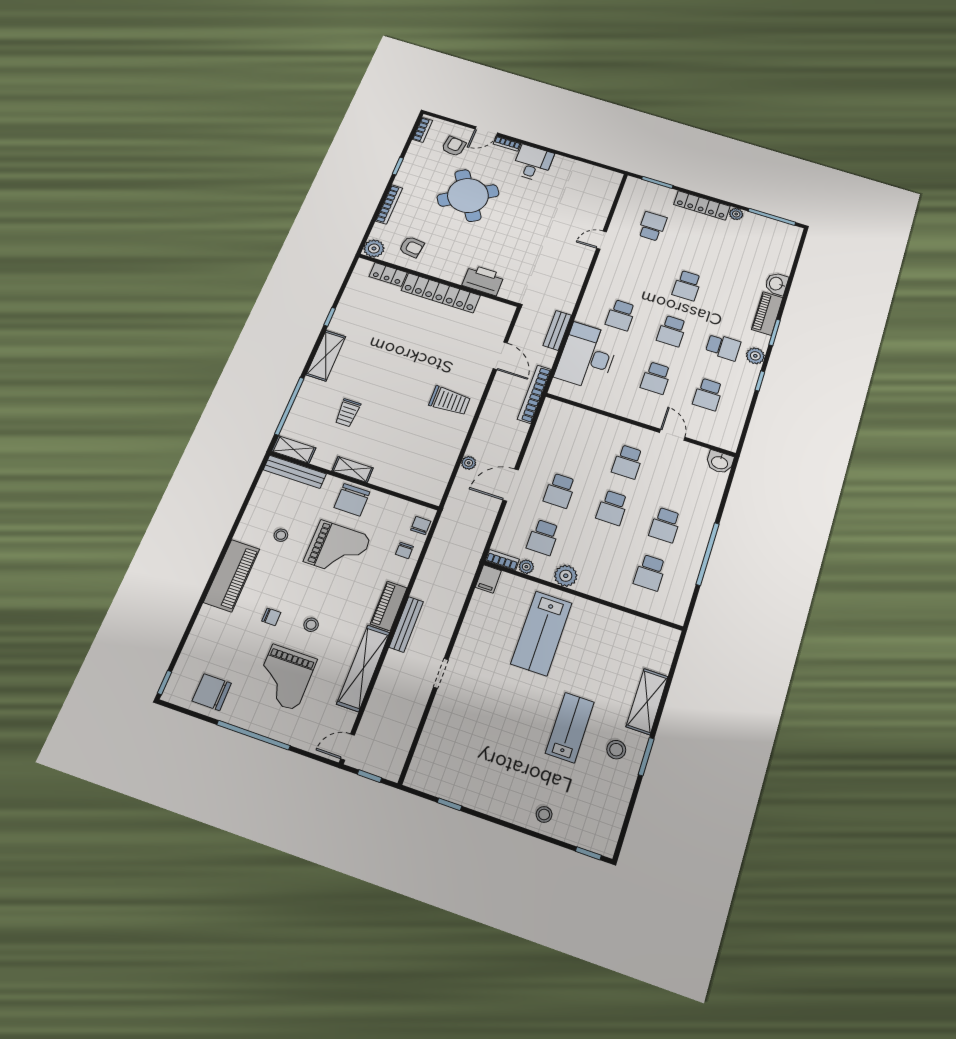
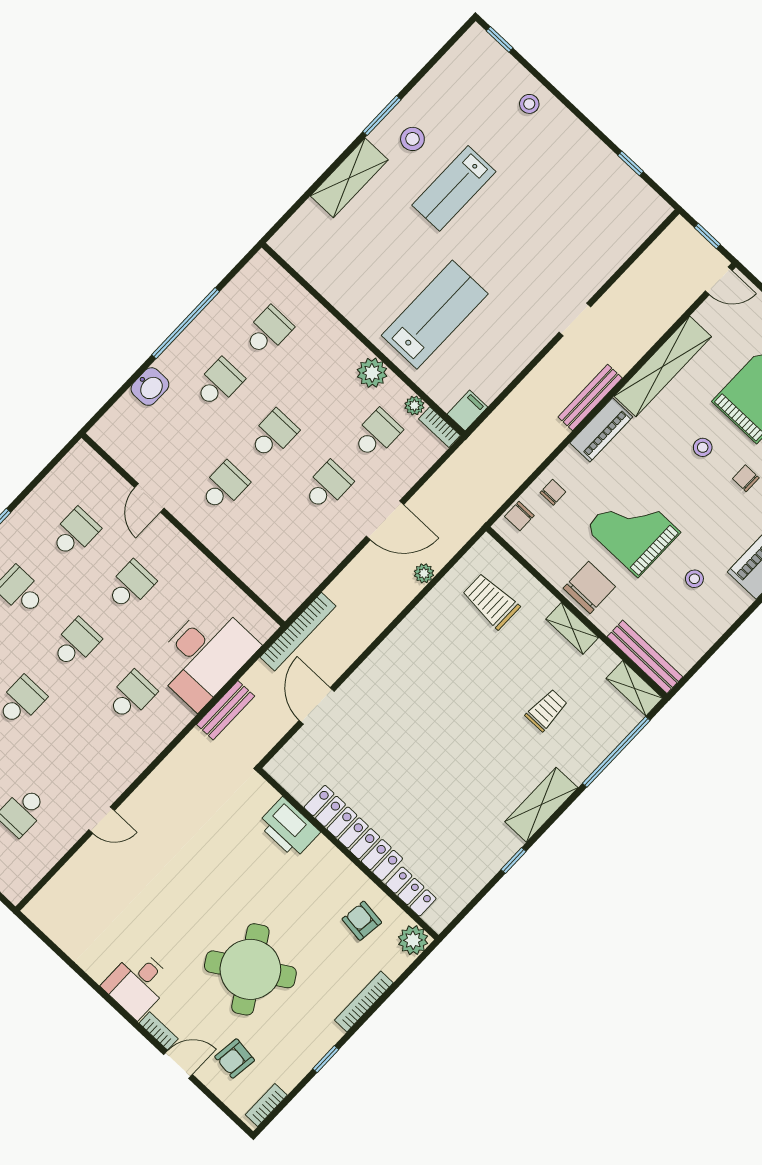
trolley: (450, 401) -> (491, 601), moved
washbasin: (720, 462) -> (150, 387), moved, turned 90

